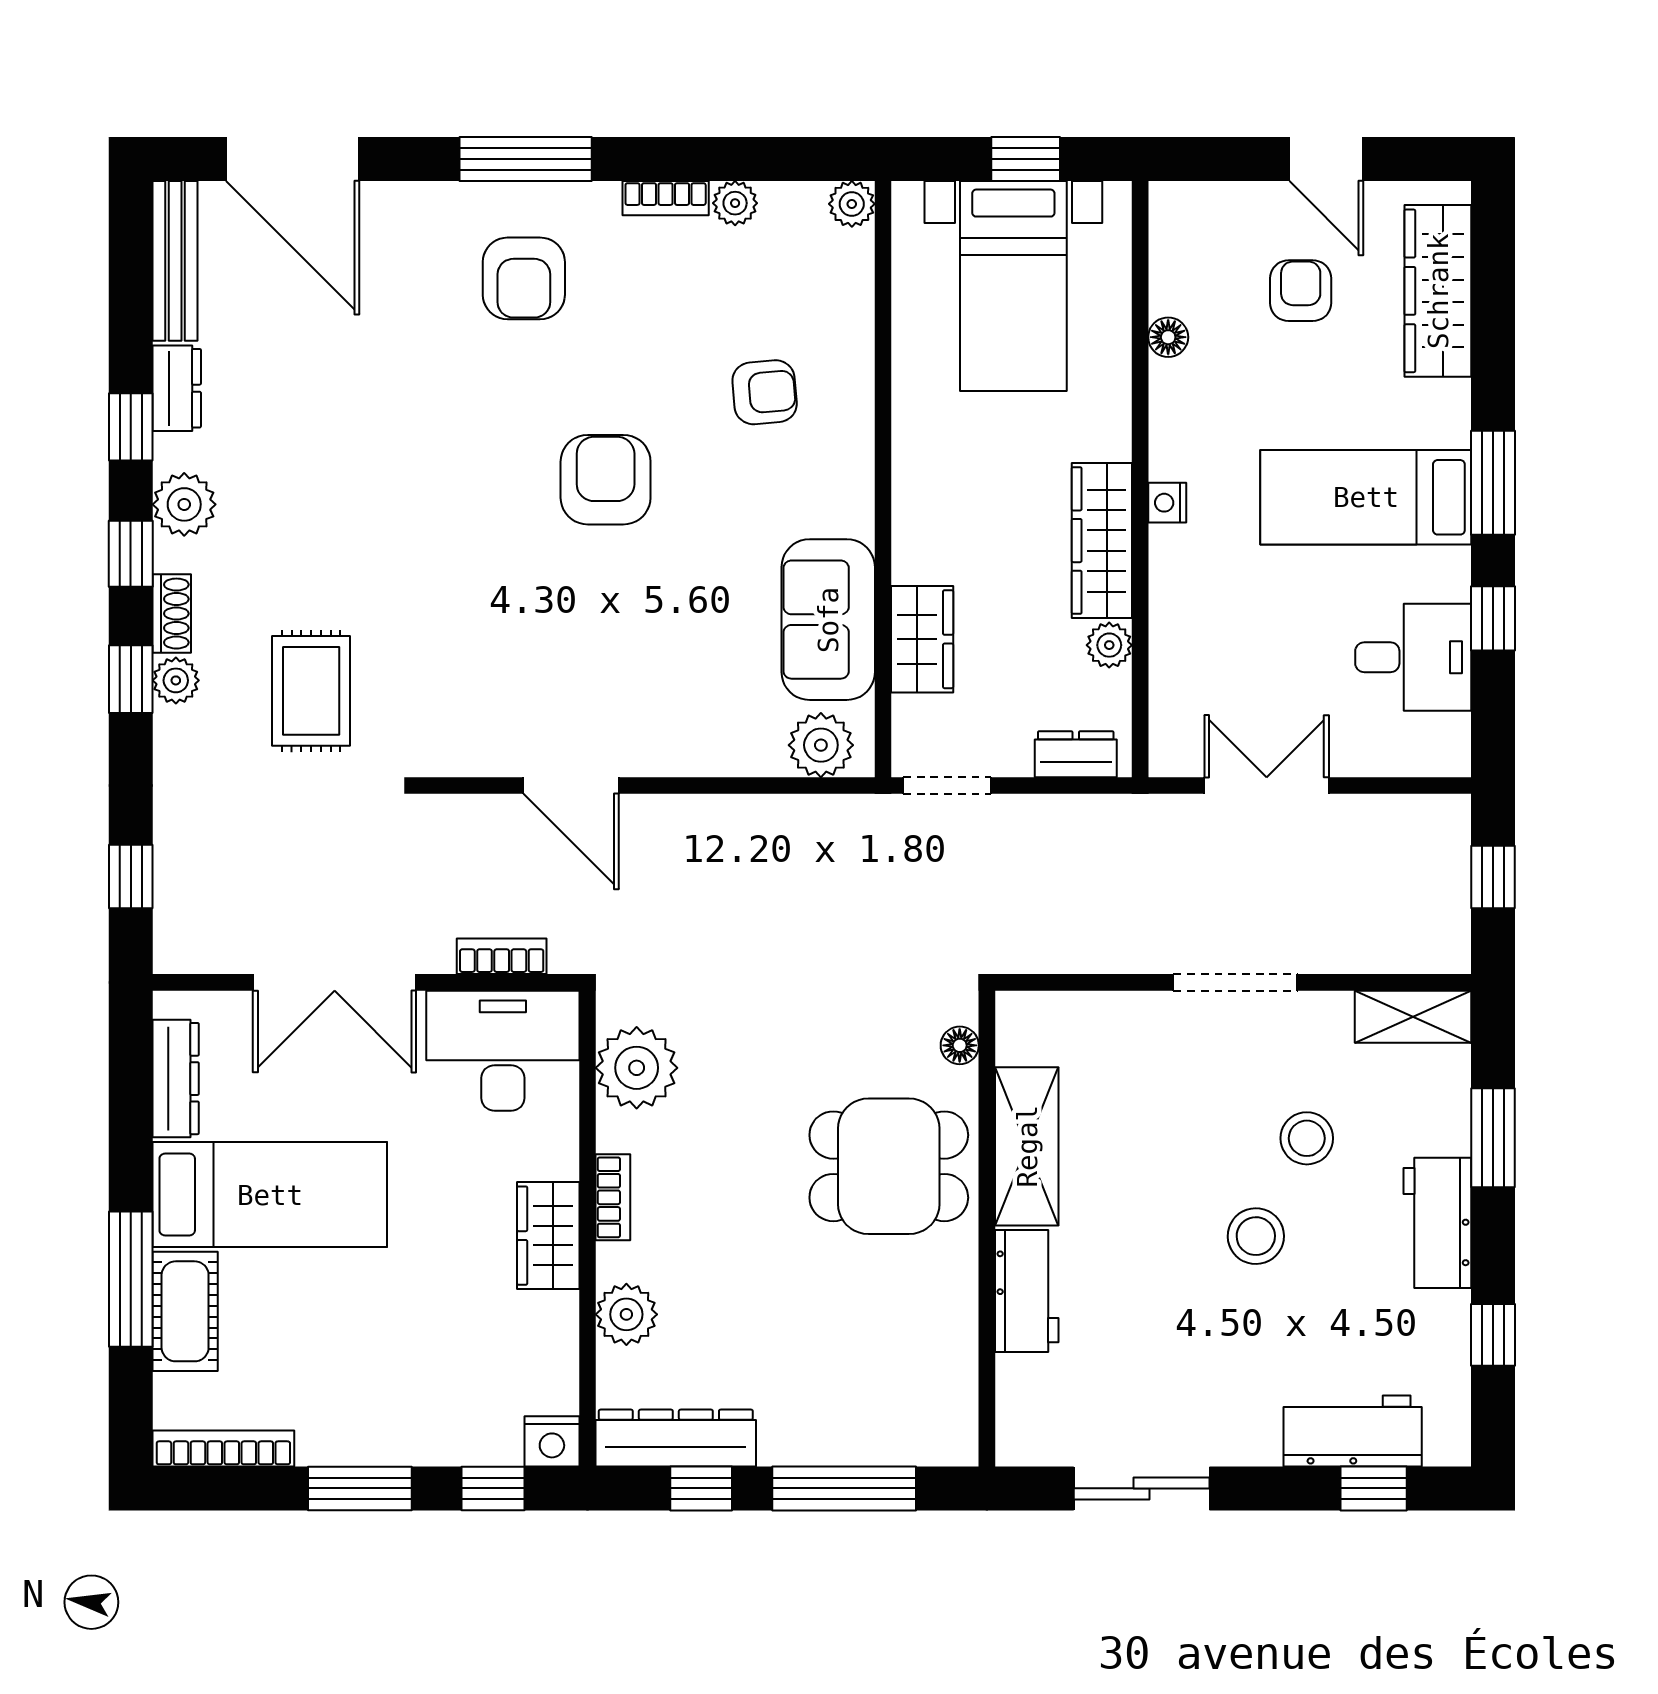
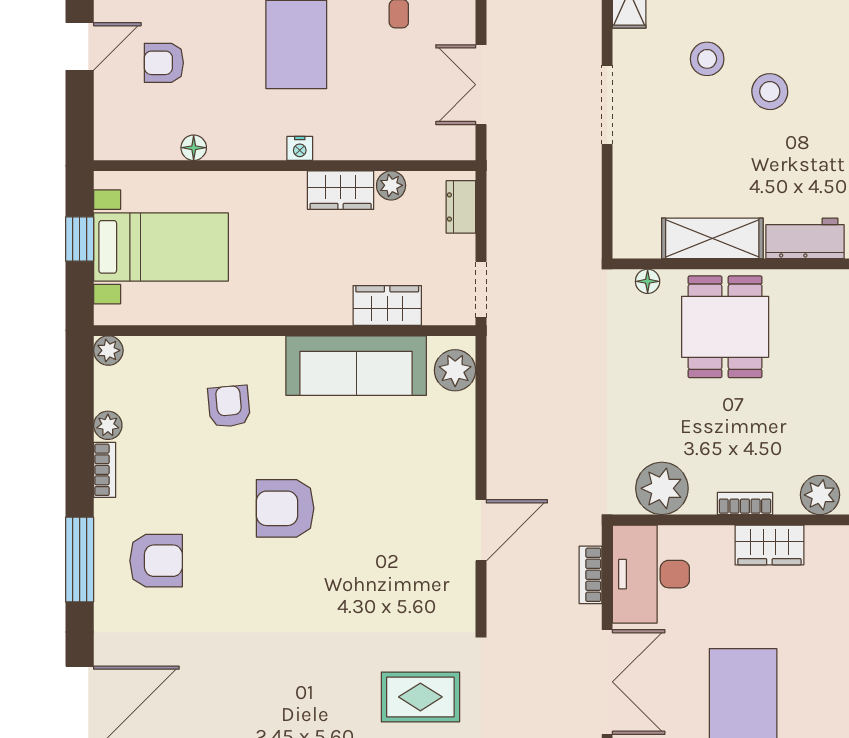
wardrobe: (1102, 541) -> (341, 190), width x0.67
sofa: (828, 620) -> (356, 366), width x1.36

